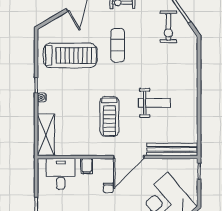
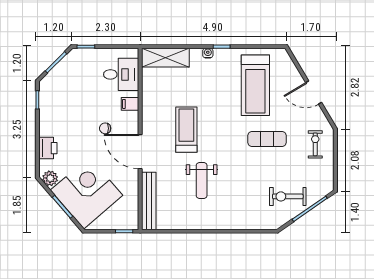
treadmill: (109, 116) -> (186, 130), turned 90

